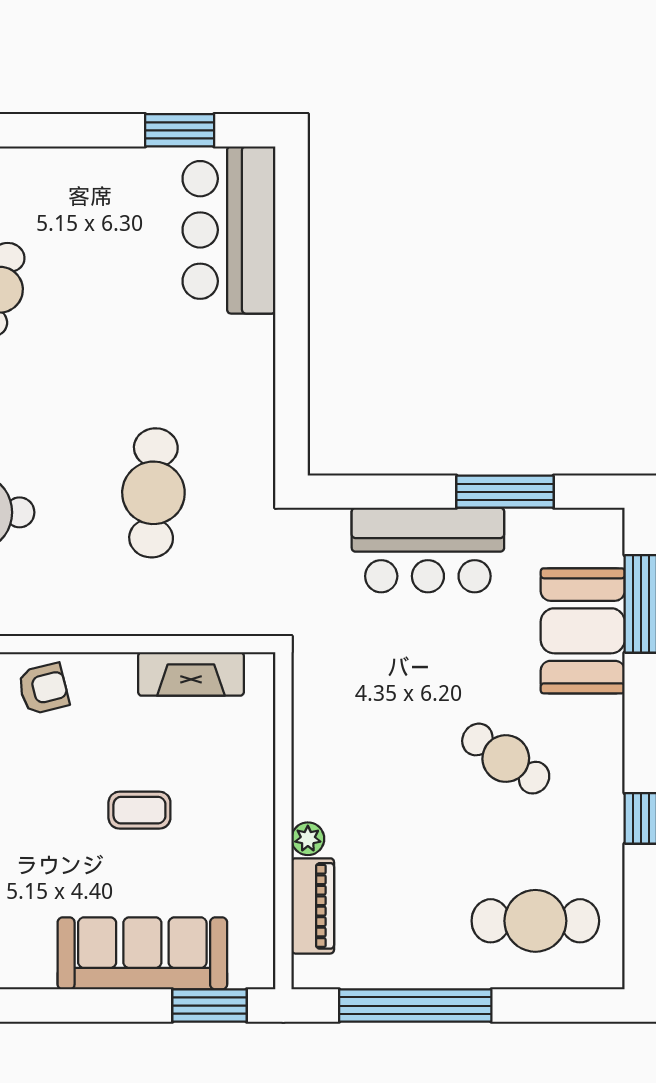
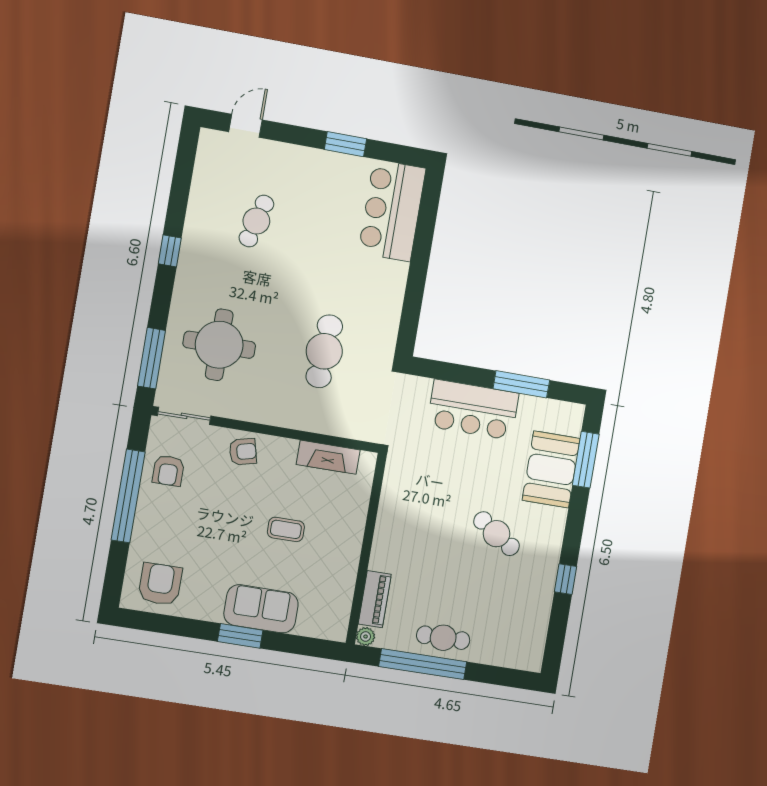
window: (180, 130) -> (345, 144), moved
plant: (308, 839) -> (366, 637), moved
cafe table: (535, 921) -> (443, 638), moved, width x0.73, depth x0.74
sofa: (142, 953) -> (261, 609), width x0.73
window: (210, 1006) -> (240, 636), moved

